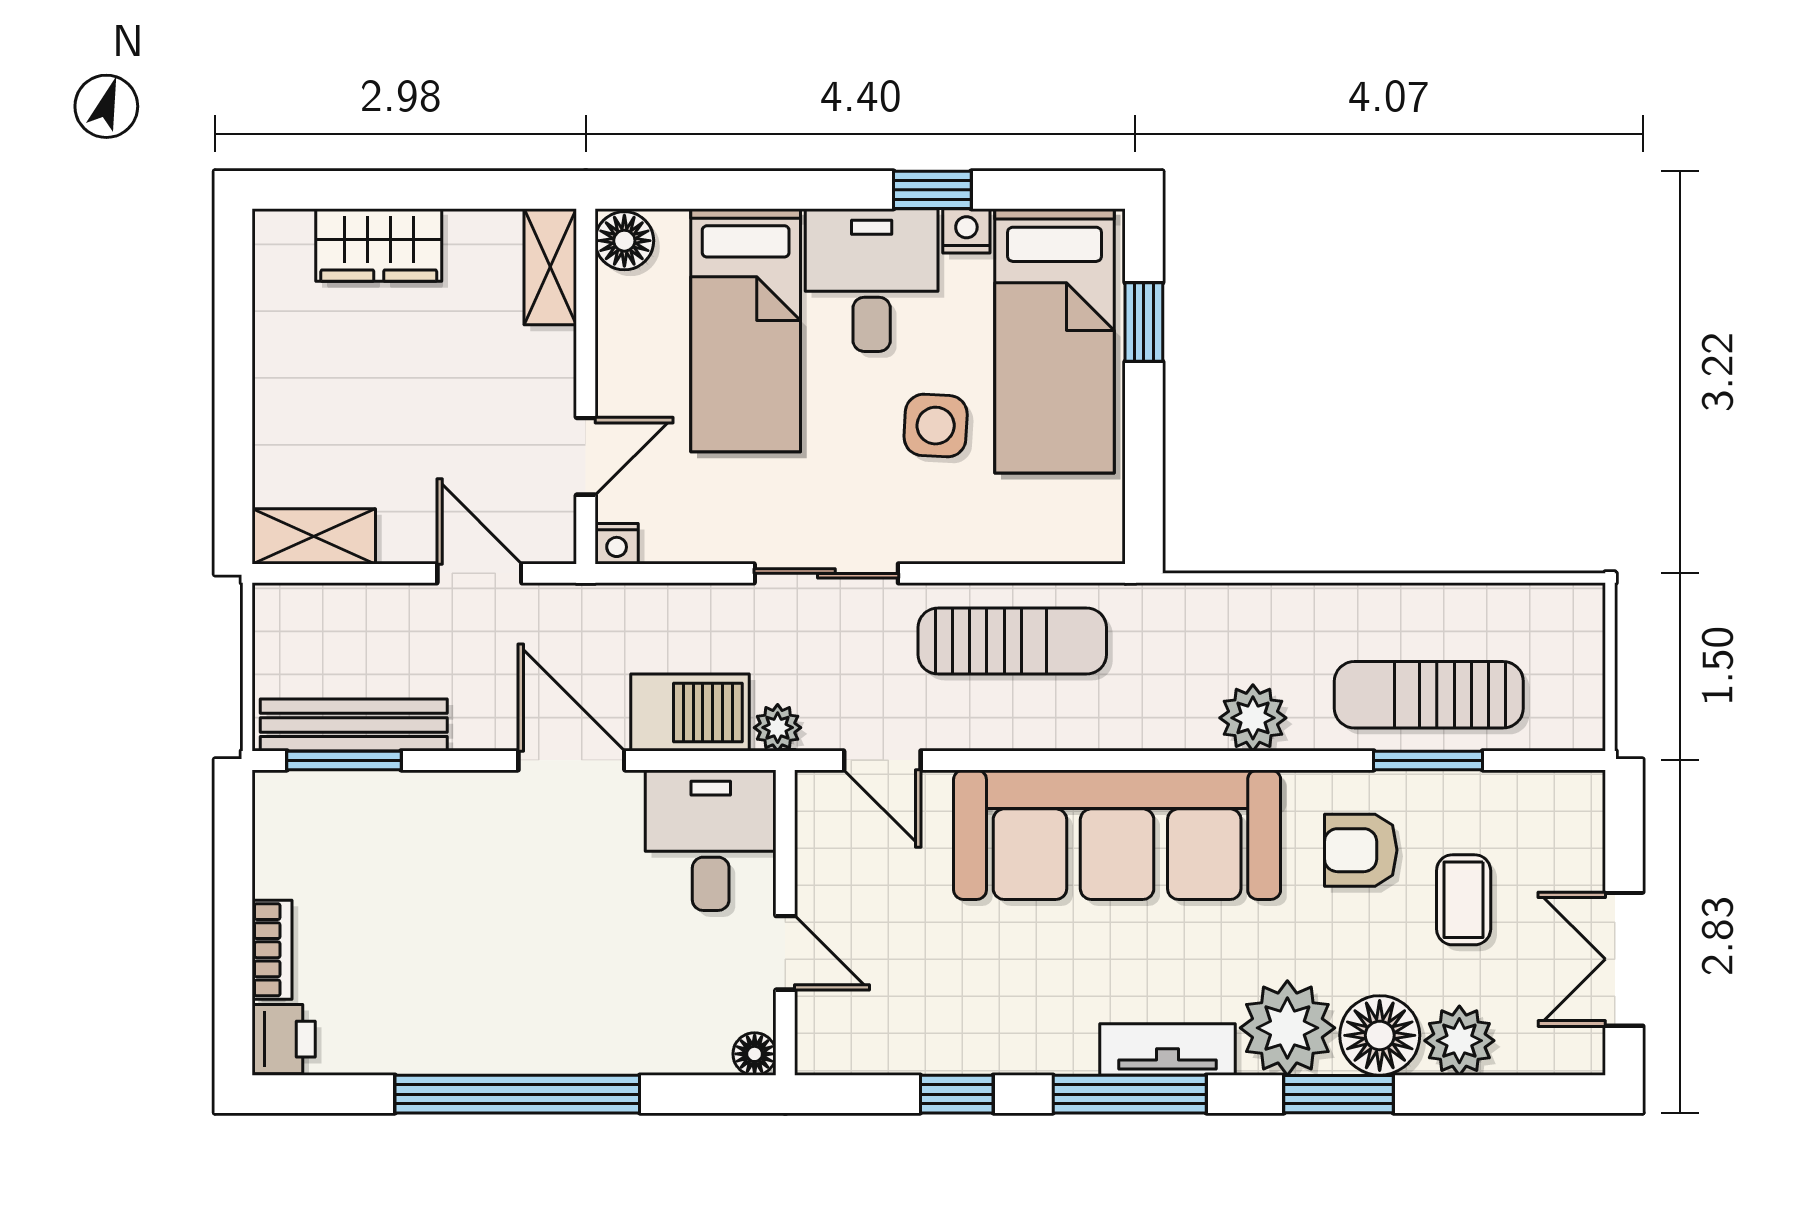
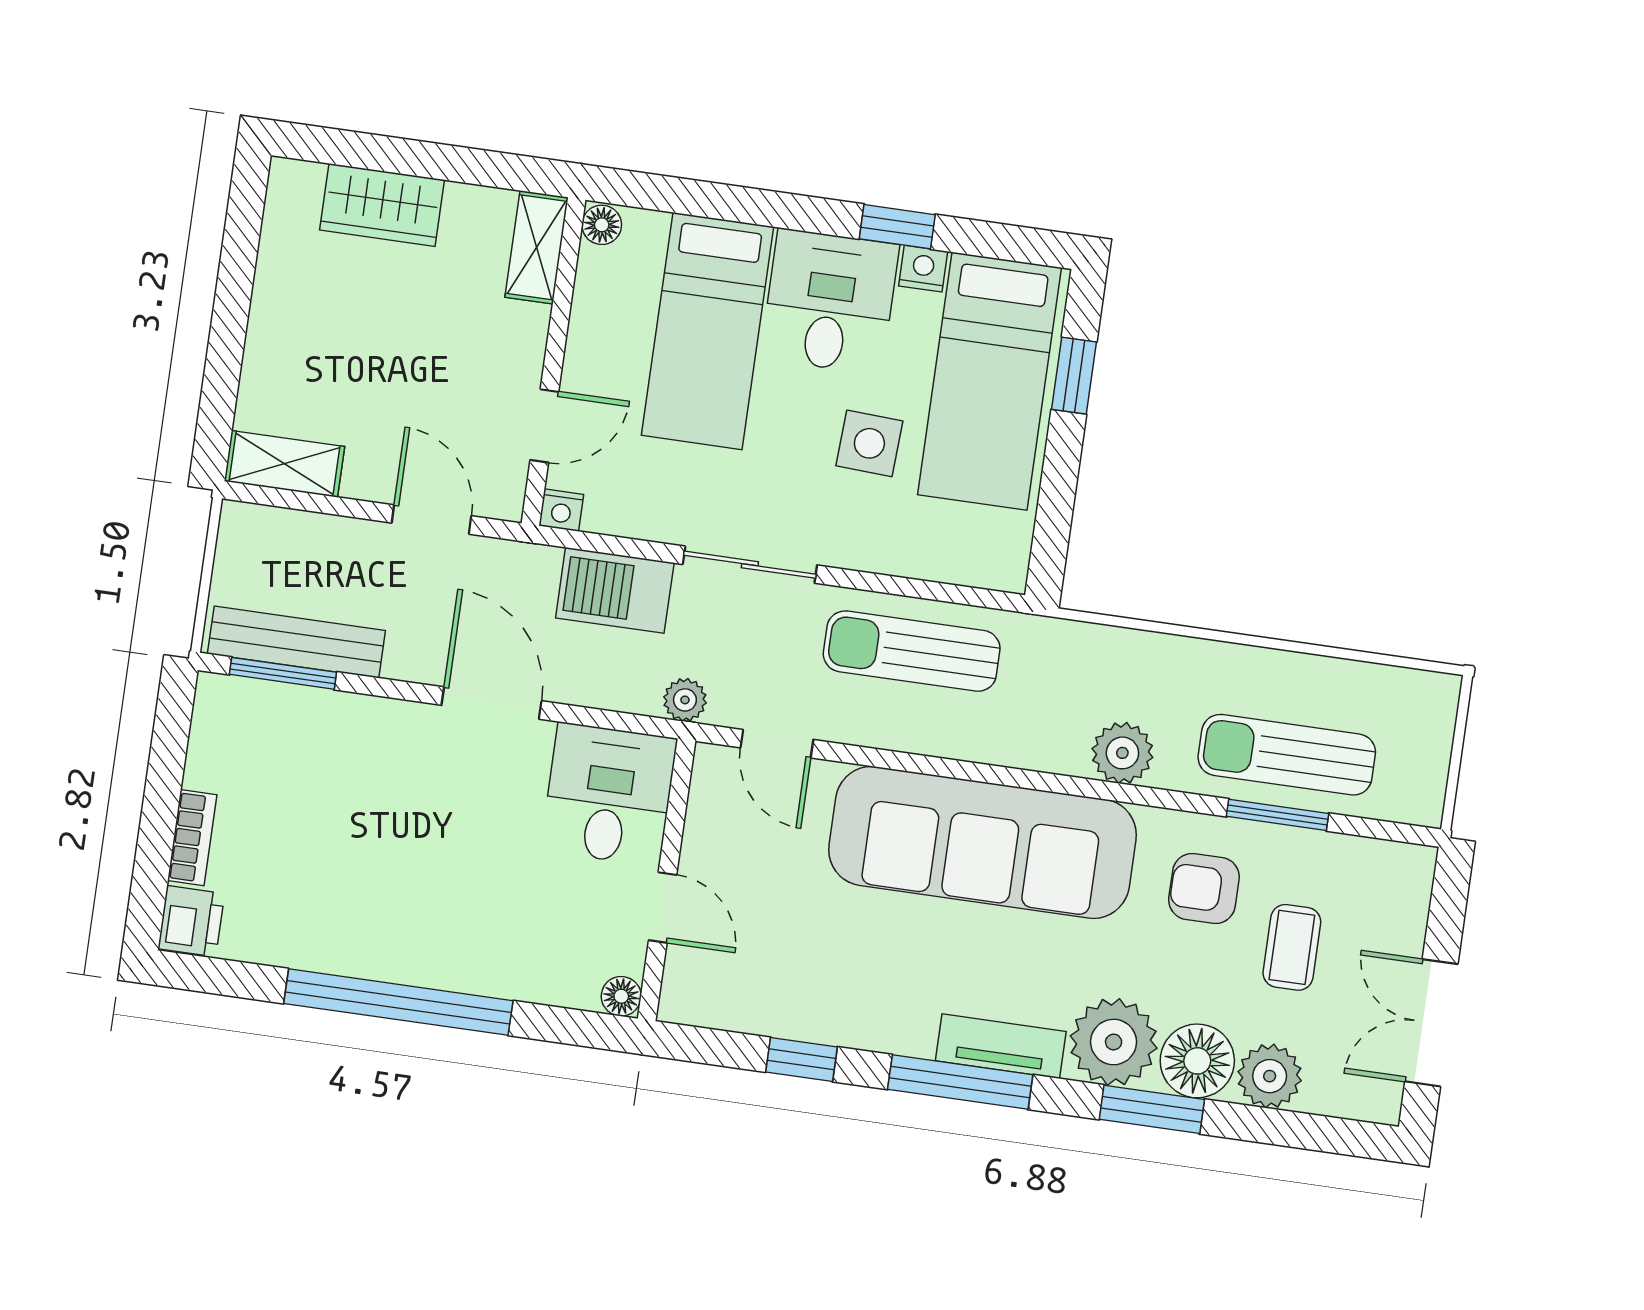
floor lamp: (624, 241) -> (602, 225), width x0.73, depth x0.73
sun lounger: (1012, 641) -> (912, 651), turned 180
barbecue: (690, 713) -> (615, 590), moved, turned 180

